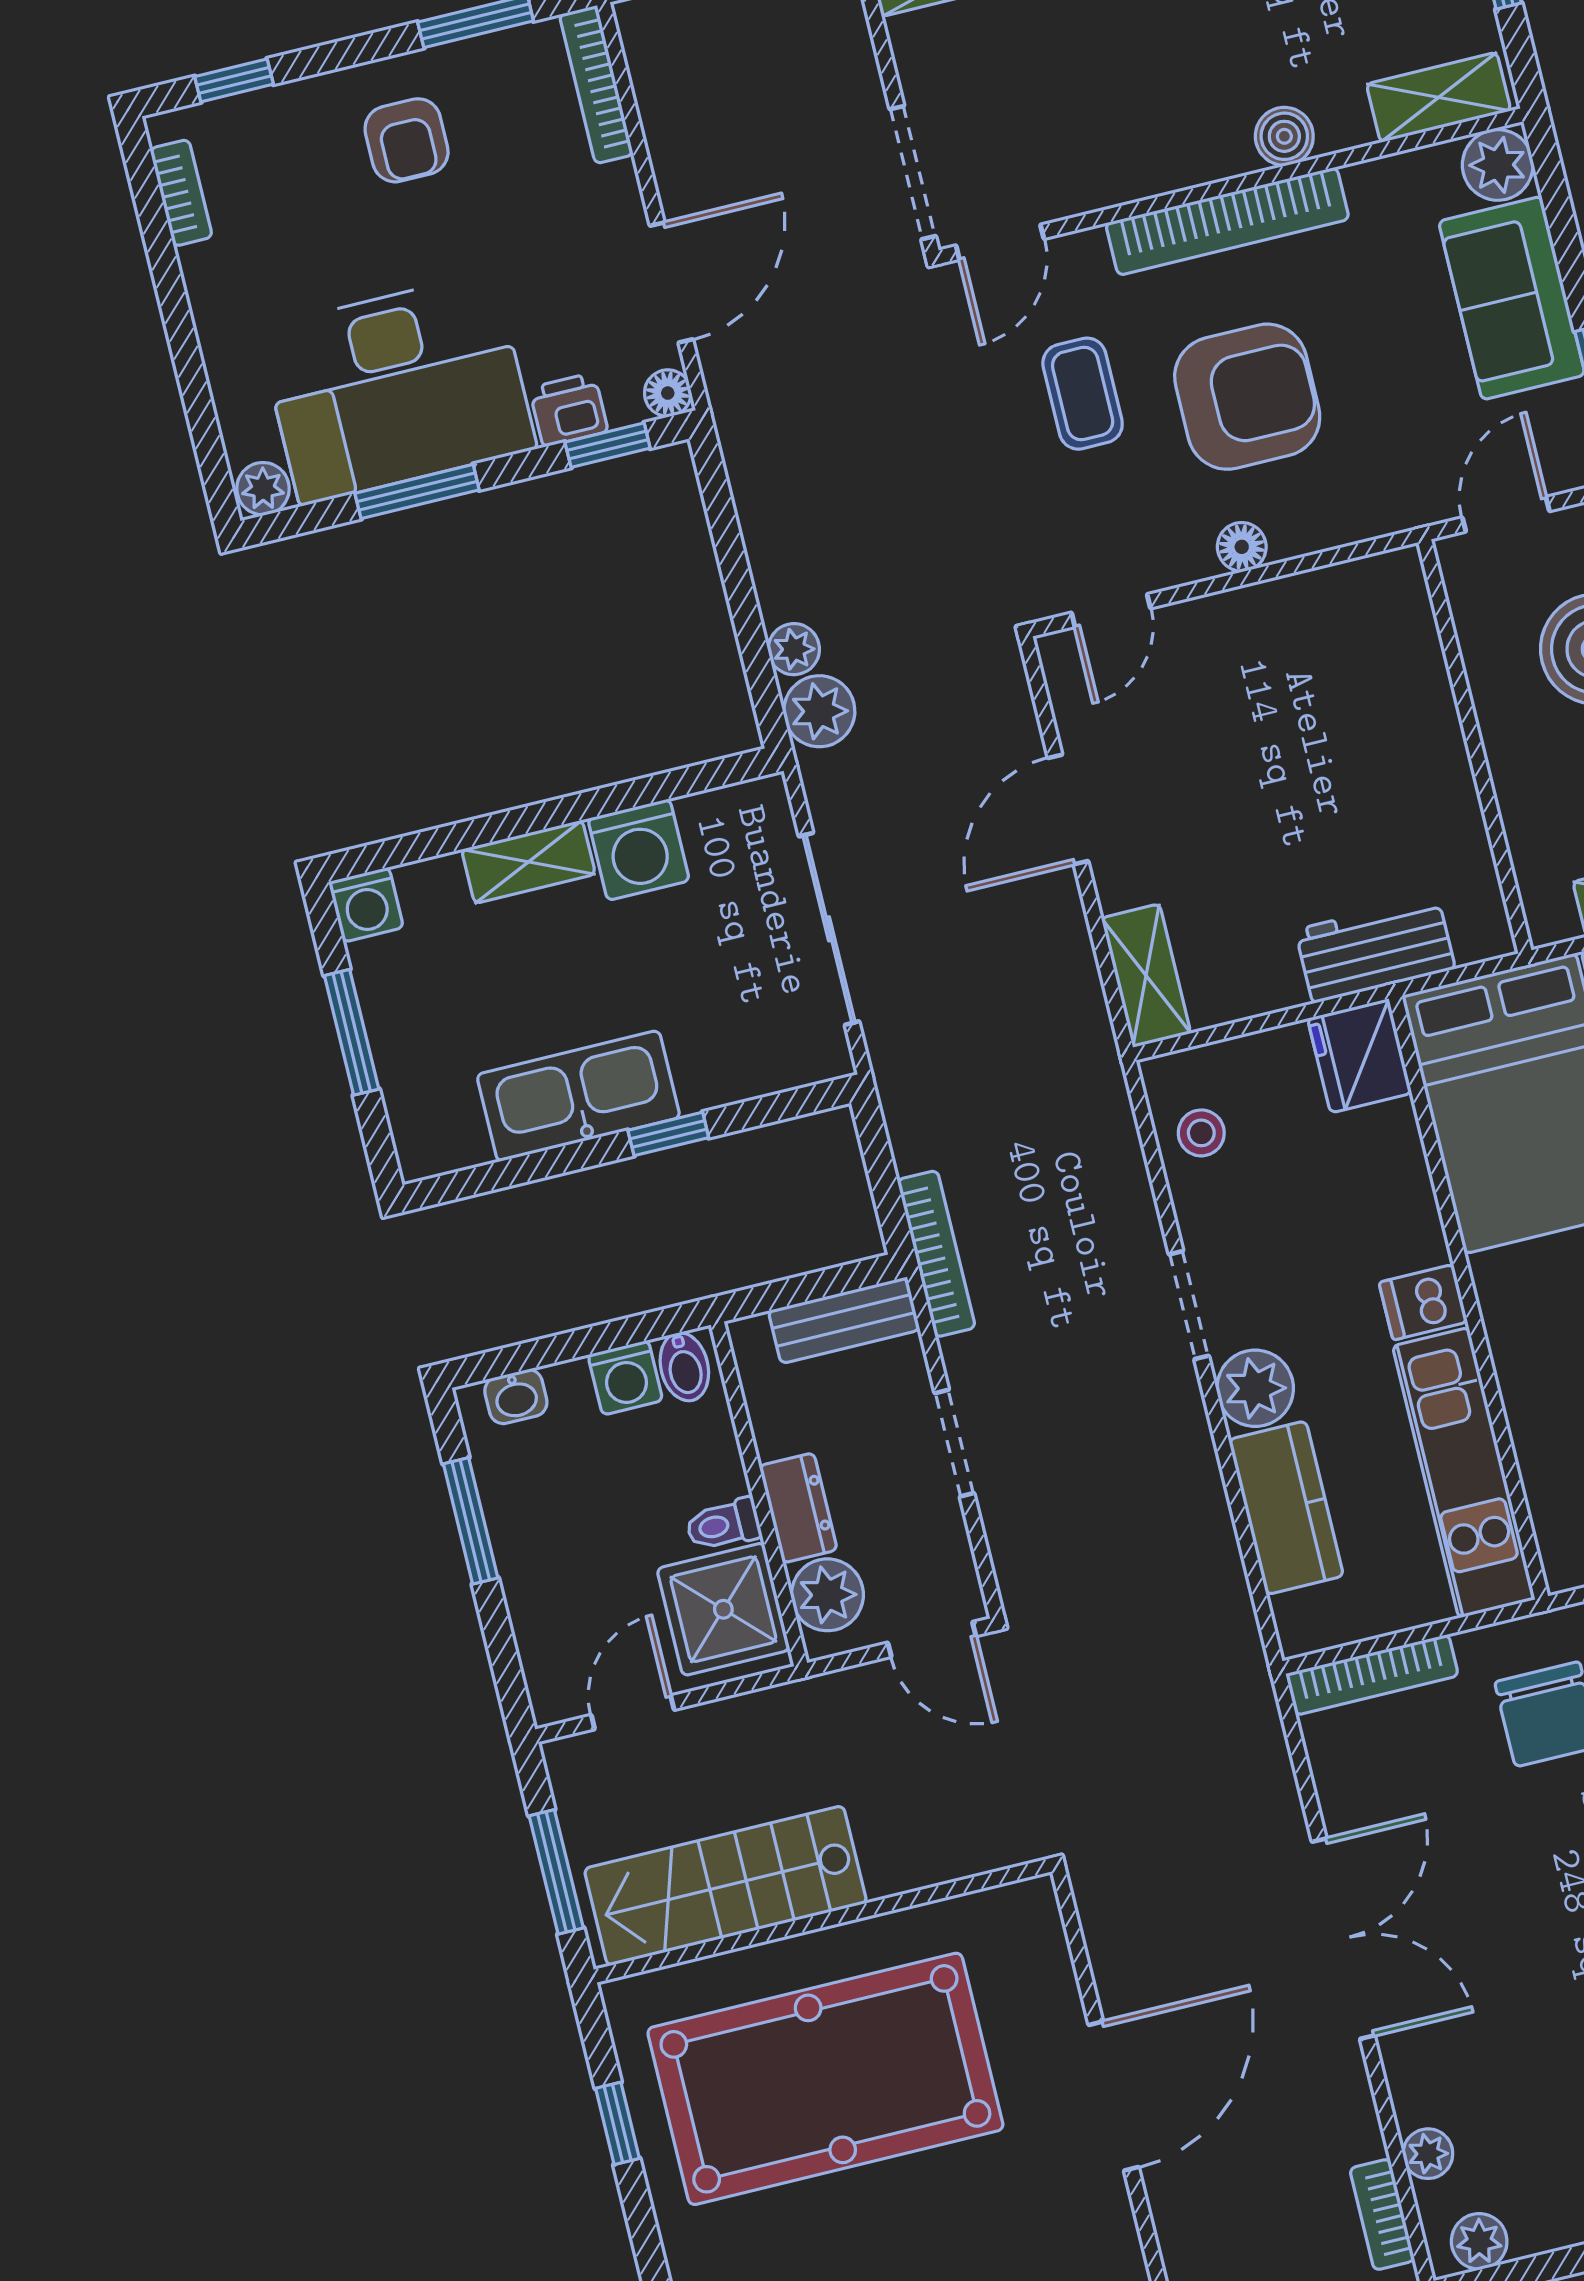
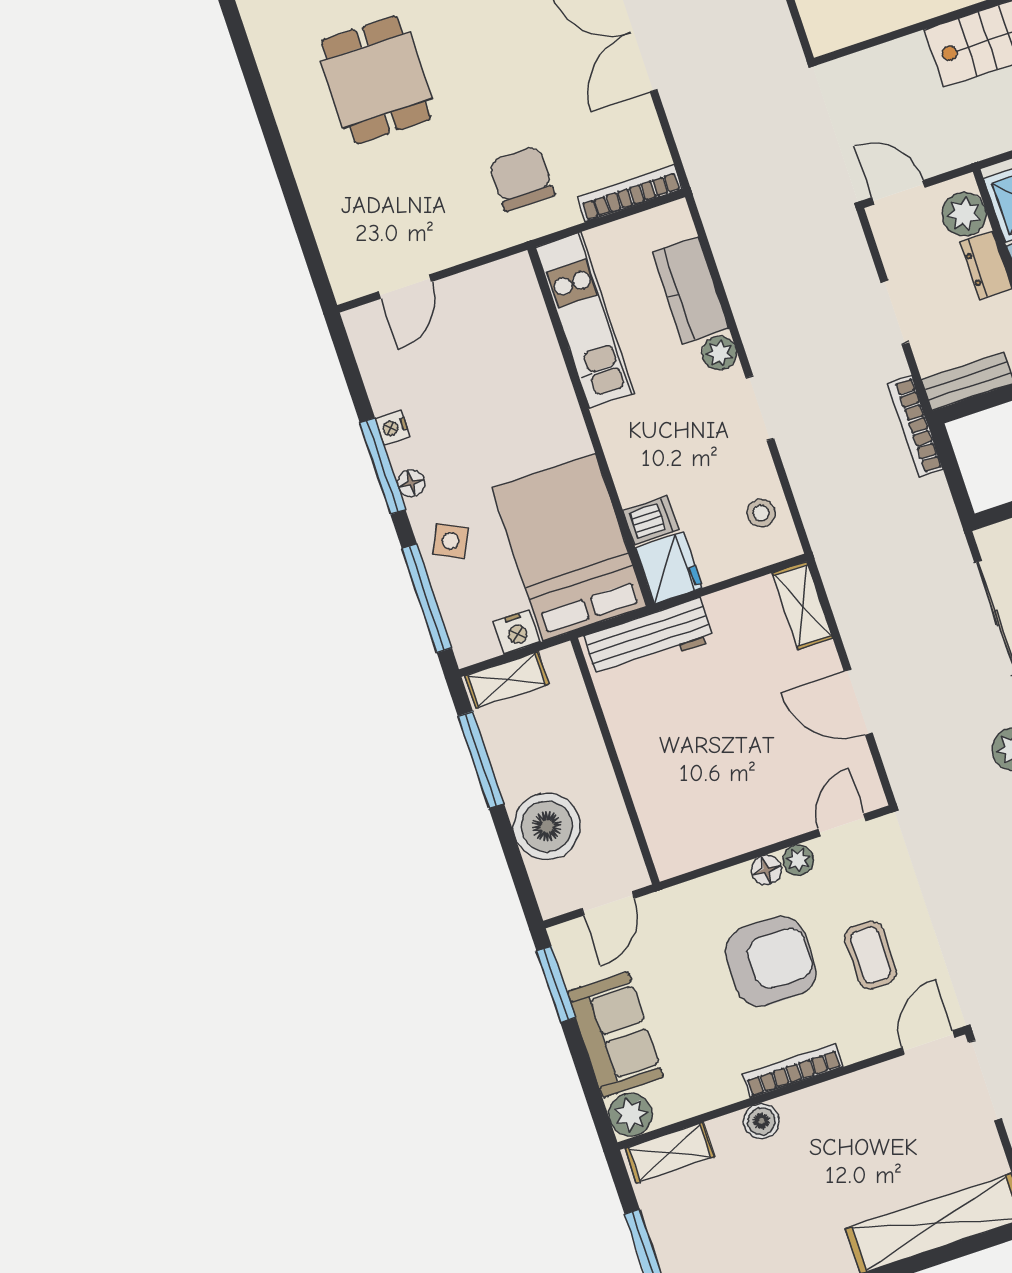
bookcase: (1227, 221) -> (793, 1070), width x0.68, depth x0.76
armchair: (1247, 397) -> (771, 961), turned 180
plant: (1188, 559) -> (798, 860), added
door: (1068, 810) -> (858, 702), swing flipped
workbench: (1375, 949) -> (649, 638), width x1.38
dishwasher: (1423, 1302) -> (651, 520), moved
plant: (1255, 1388) -> (719, 353), width x0.73, depth x0.73

